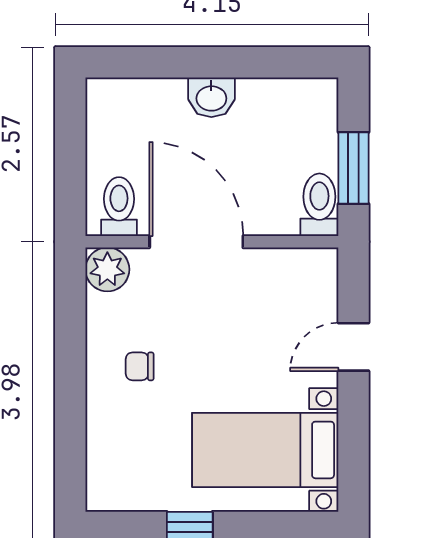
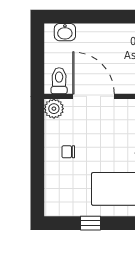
washbasin: (211, 97) -> (65, 32), moved

